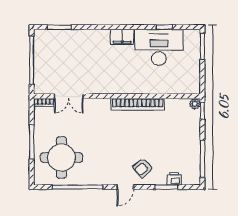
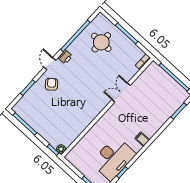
filing cabinet: (122, 37) -> (142, 139), width x0.50
double door: (69, 96) -> (121, 93), moved
bookcase: (138, 104) -> (91, 115), removed
round table: (61, 158) -> (101, 42), width x0.73, depth x0.73
printer: (174, 179) -> (65, 57), moved

